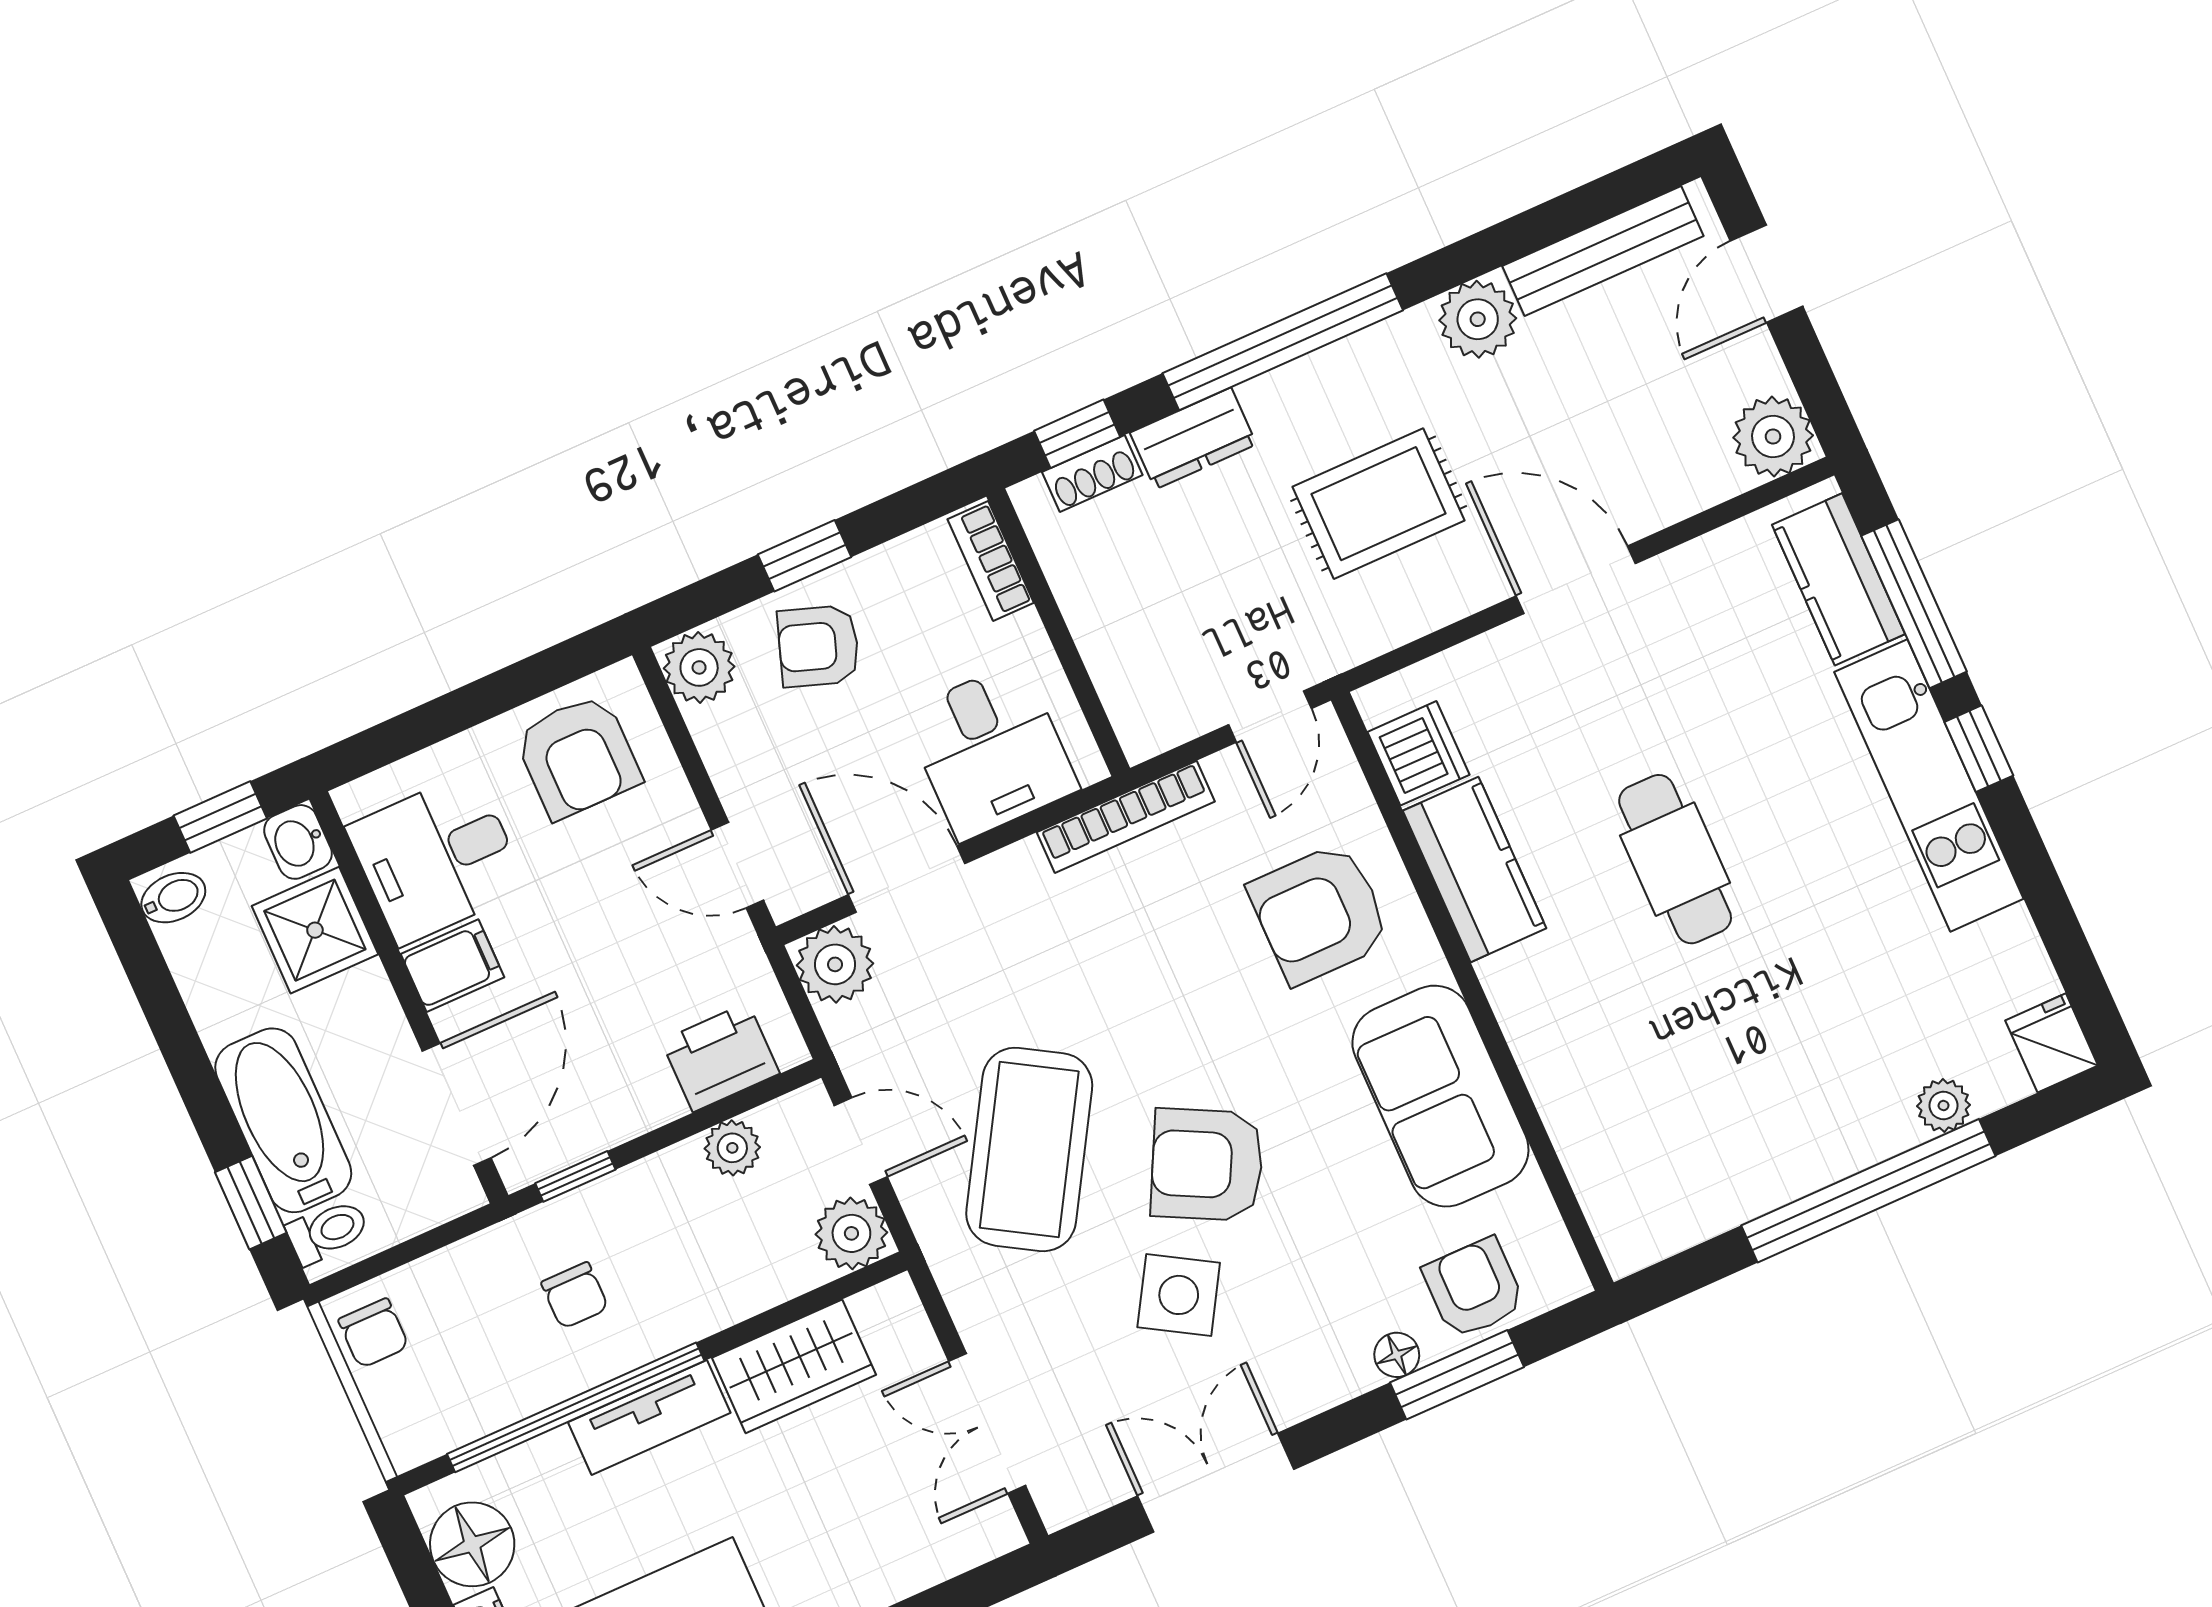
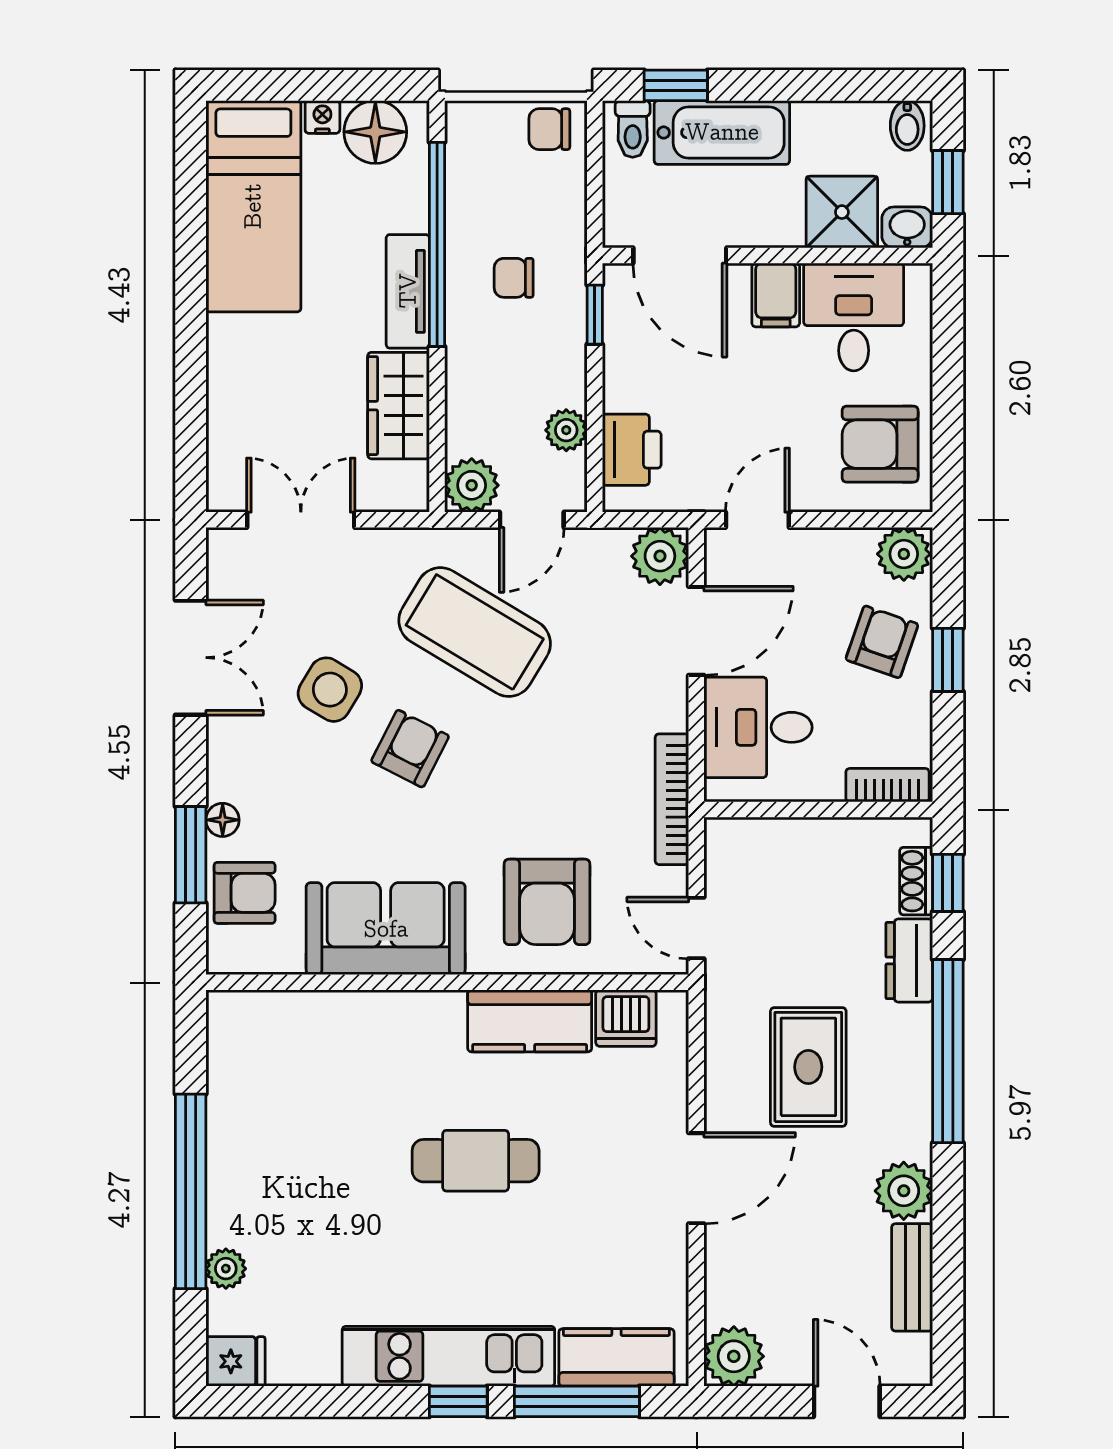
bench: (1603, 251) -> (912, 1277), width x0.73
armchair: (1320, 913) -> (547, 902), turned 180
armchair: (1207, 1165) -> (410, 749), width x0.72, depth x0.72

